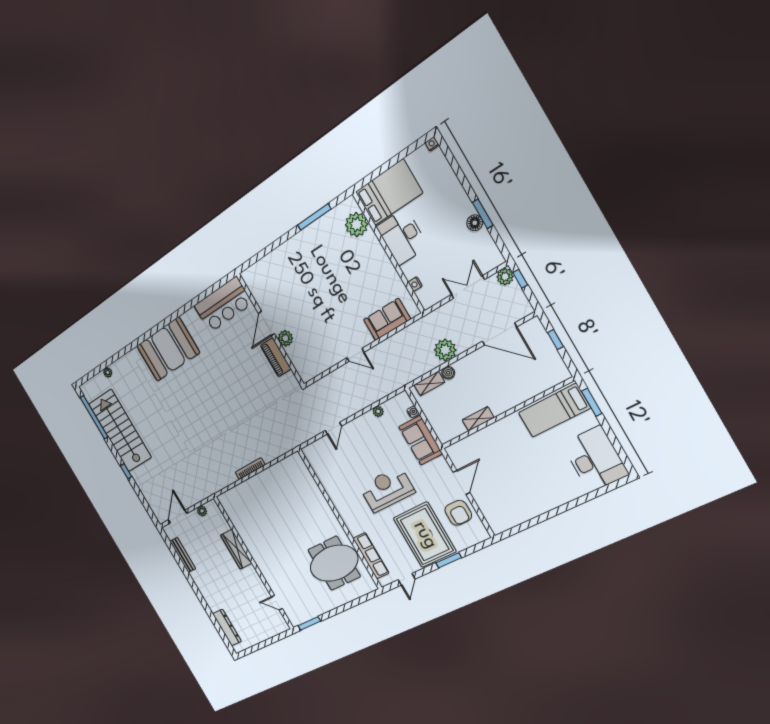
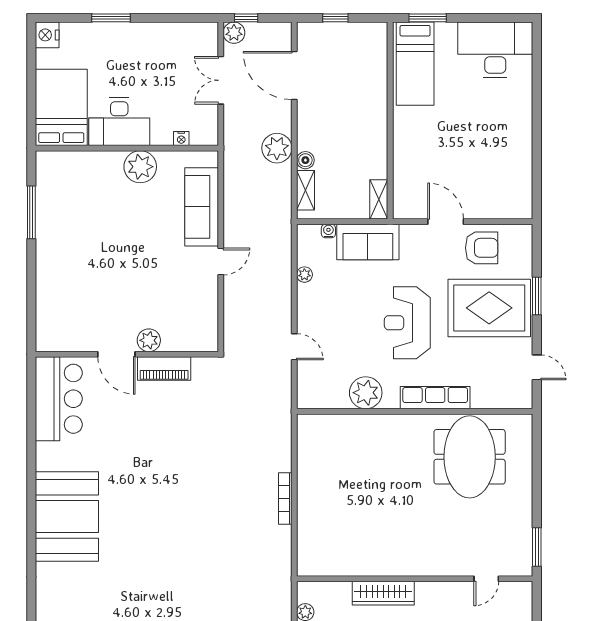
nightstand: (432, 144) -> (47, 35), width x1.89, depth x1.79
window: (483, 214) -> (111, 18), moved
floor lamp: (475, 223) -> (155, 32), removed
plant: (356, 225) -> (140, 167), moved
sofa: (387, 319) -> (202, 207), width x1.36
door: (499, 334) -> (294, 76), swing flipped
shelving: (478, 419) -> (379, 199), moved
plant: (333, 485) -> (366, 393), added
row of seats: (371, 556) -> (435, 398), moved

